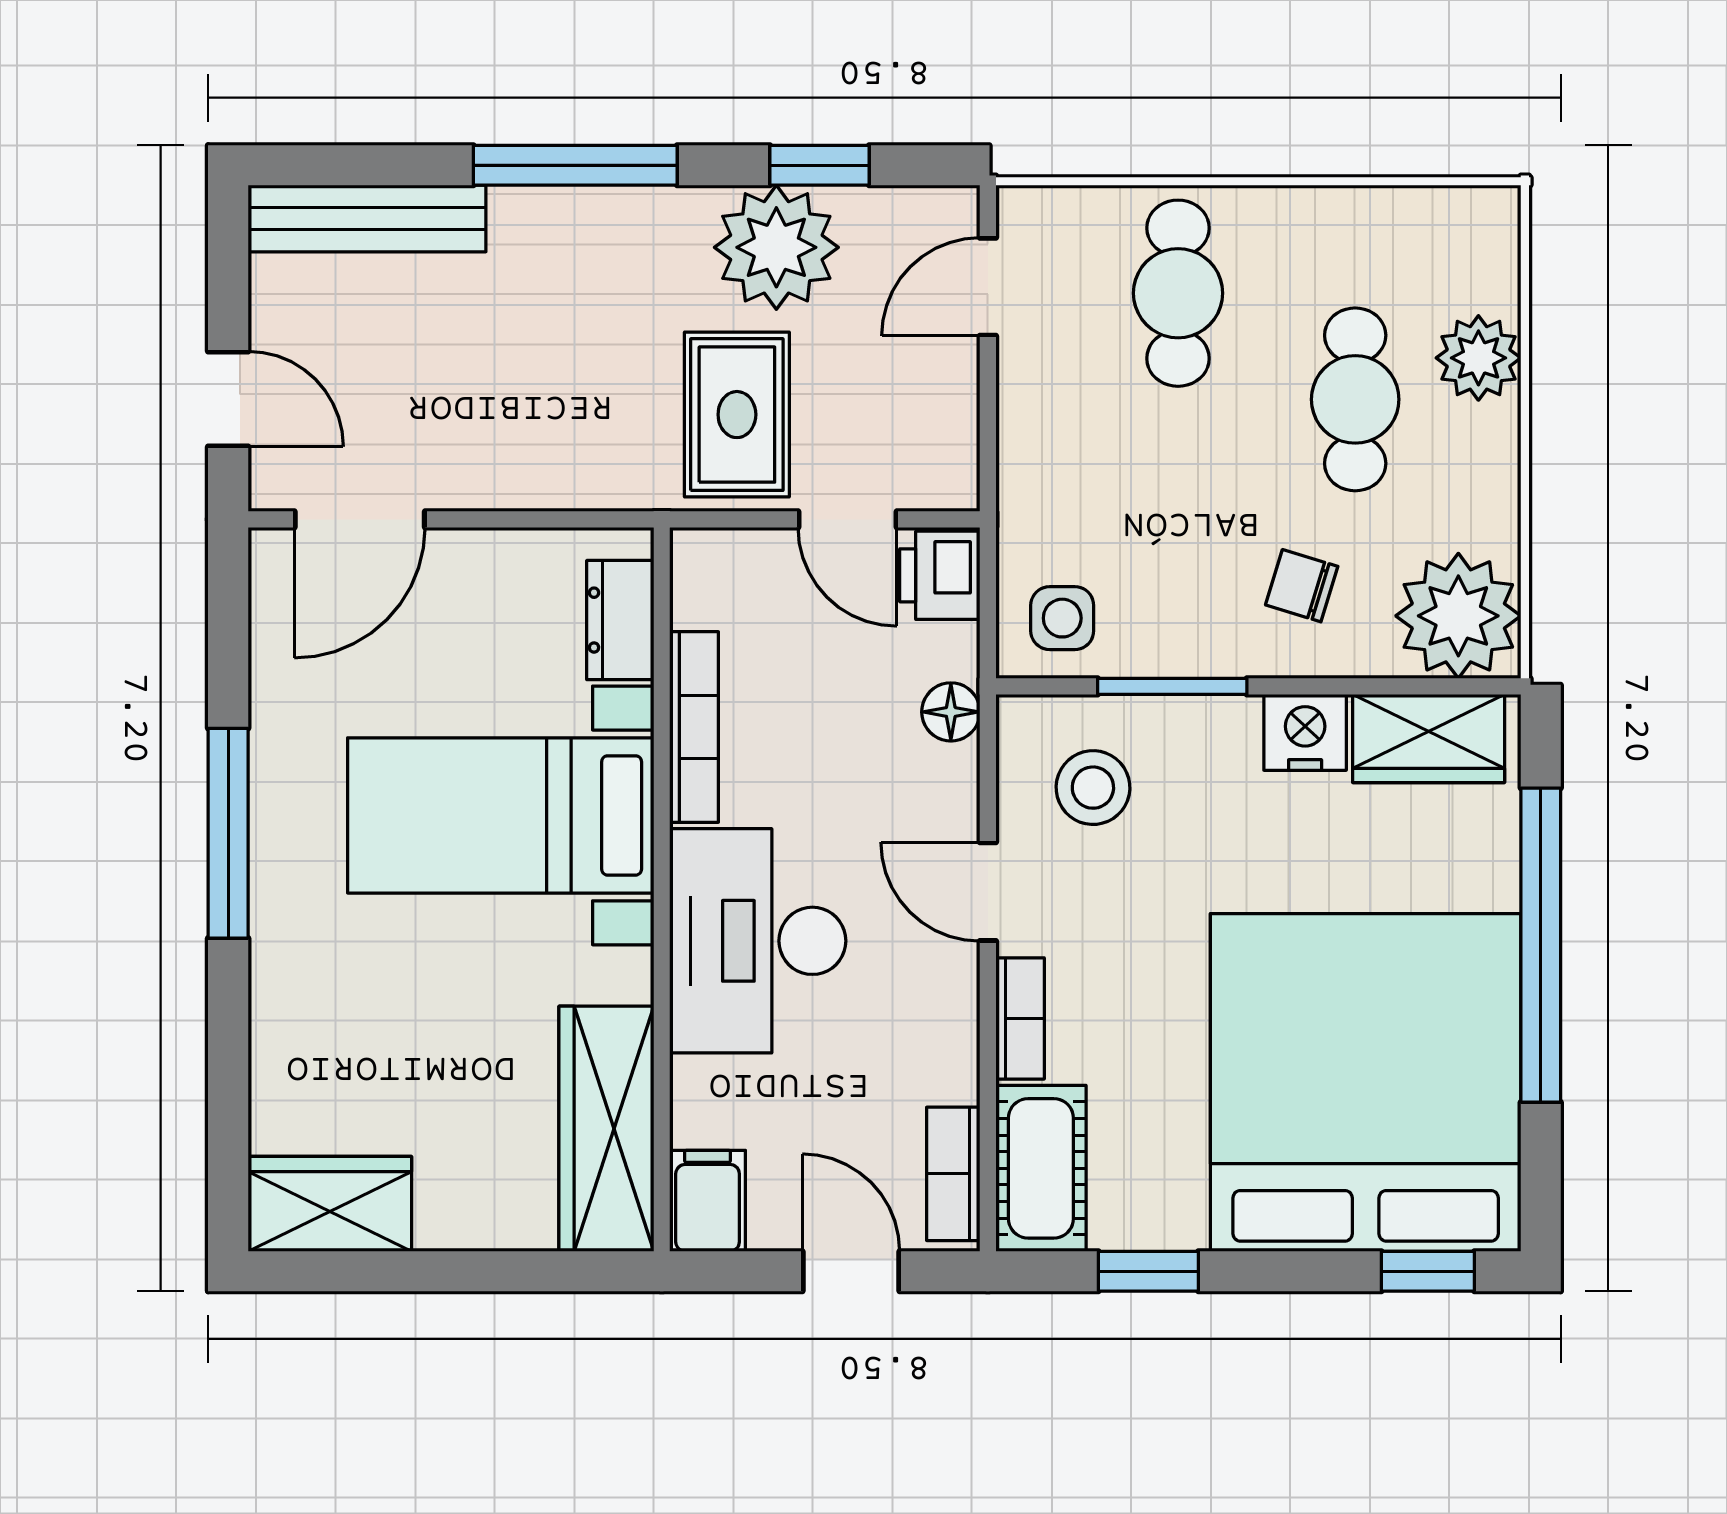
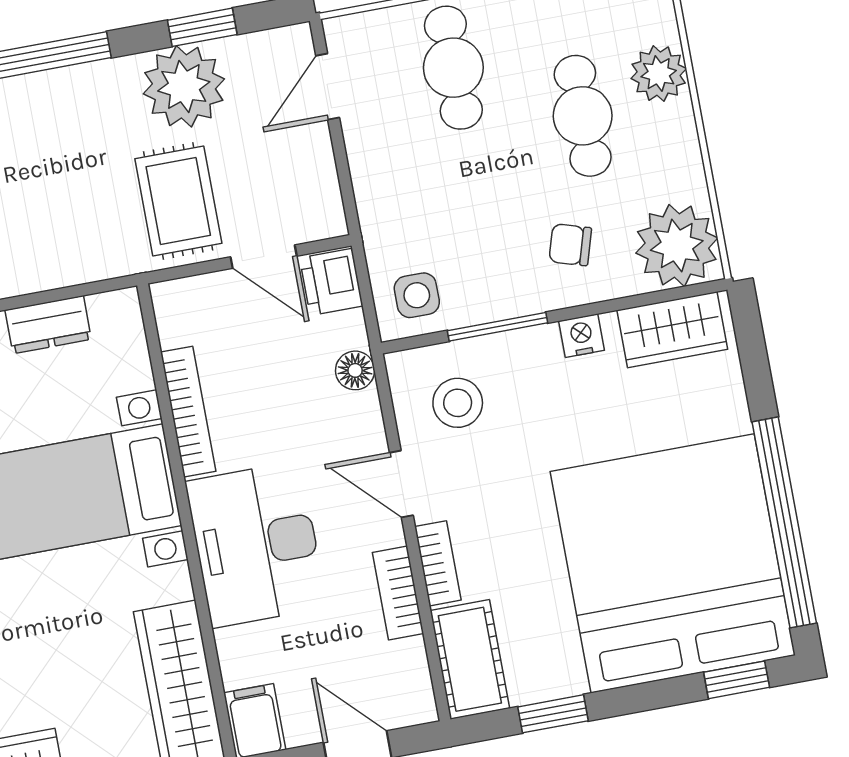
dresser: (620, 620) -> (48, 325), moved, turned -90
nightstand: (1305, 732) -> (582, 336), width x0.72, depth x0.74
window: (1541, 945) -> (784, 522), moved
bookcase: (953, 1174) -> (398, 593), moved

